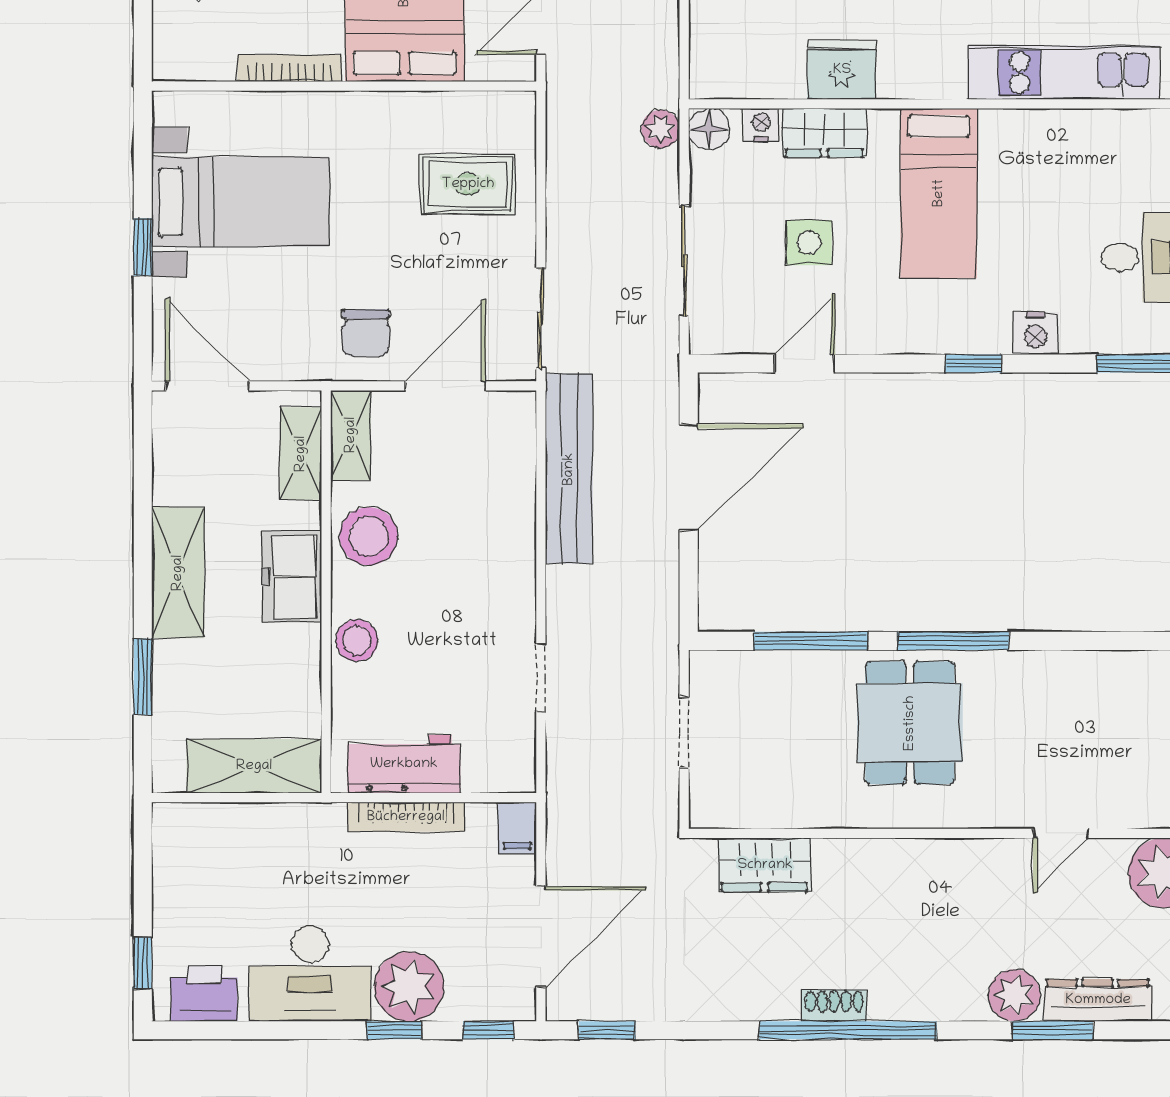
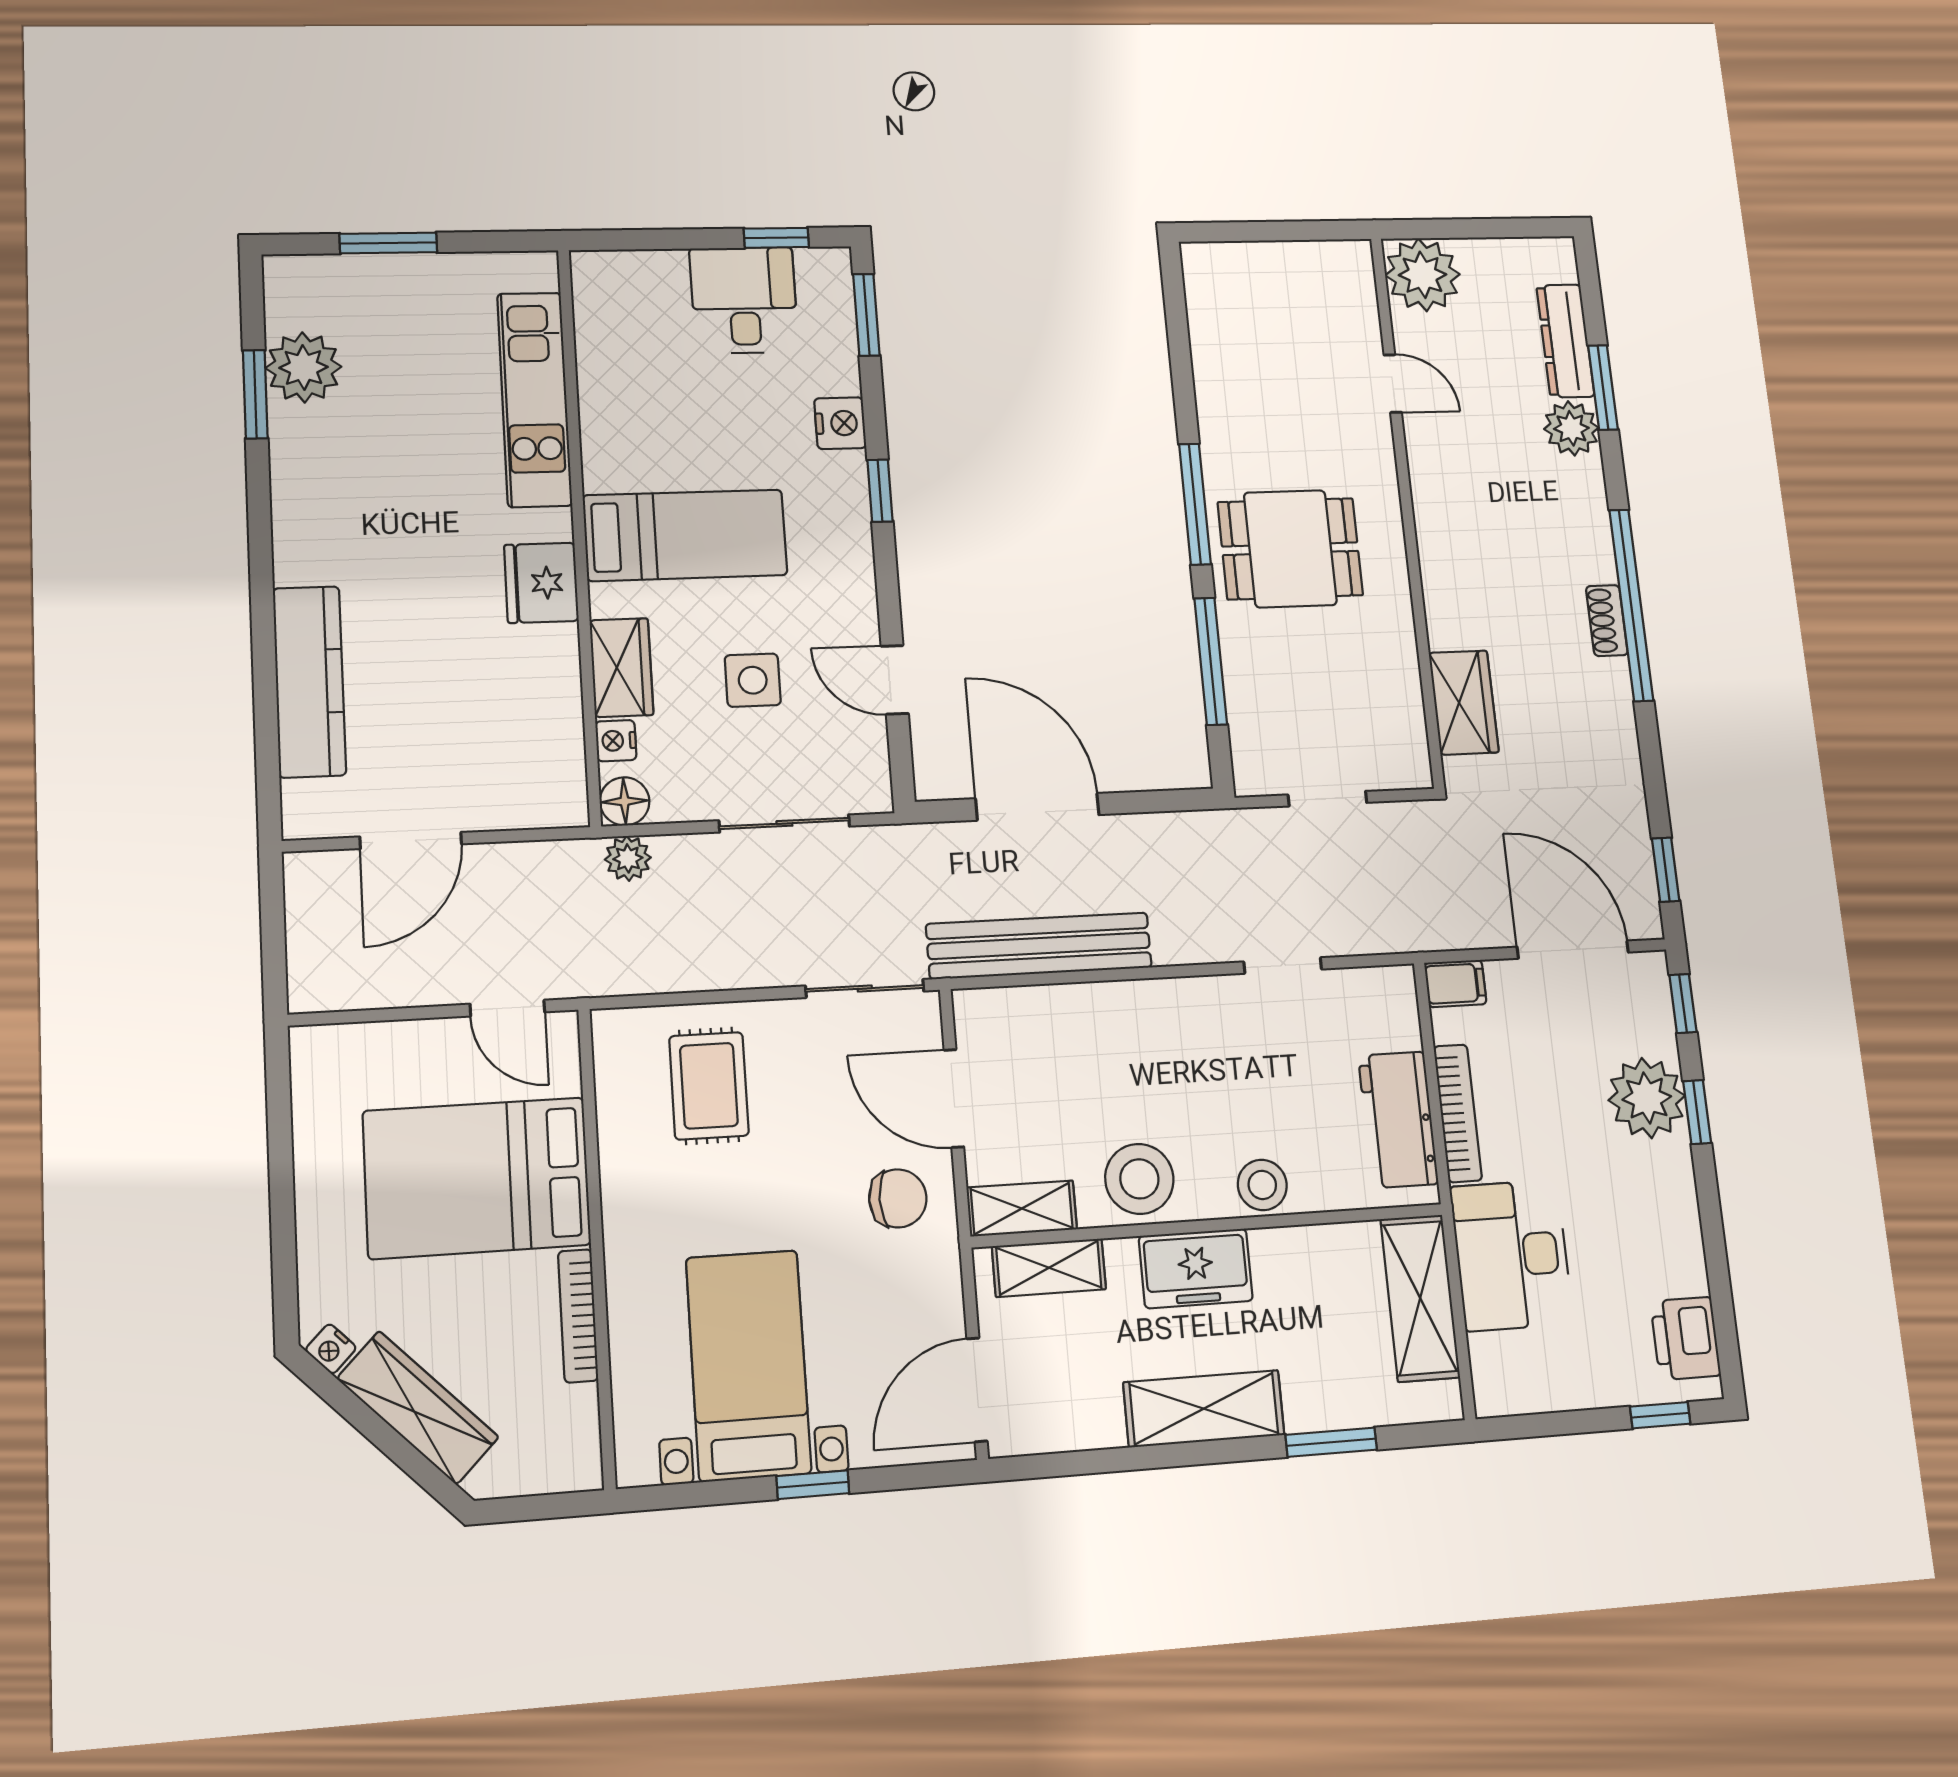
fridge: (842, 70) -> (541, 583), moved
desk: (310, 974) -> (1511, 1255), moved, turned 180

